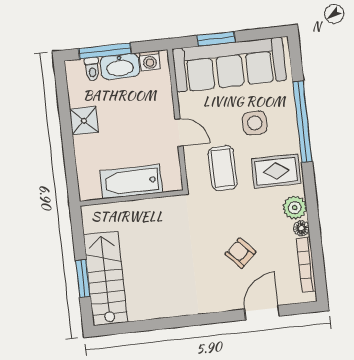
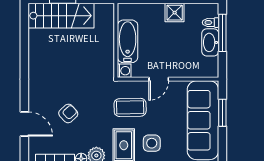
washing machine: (150, 61) -> (124, 71), moved, turned 180
side table: (255, 123) -> (152, 143), moved

